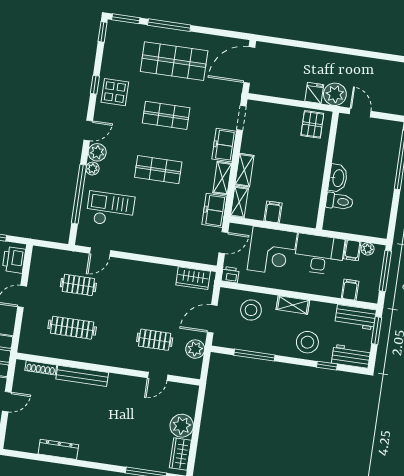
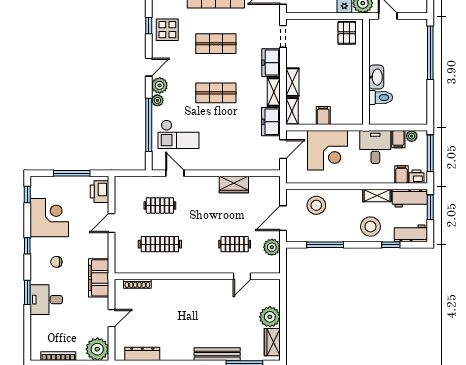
checkout: (110, 209) -> (178, 134), turned 180
door: (100, 252) -> (175, 173), swing flipped
desk: (319, 254) -> (375, 147), width x0.73
printer: (230, 275) -> (417, 177), moved
wardrobe: (193, 278) -> (234, 185), moved
shelving: (293, 305) -> (377, 195), moved
bench: (82, 376) -> (217, 354), moved
dresser: (58, 449) -> (142, 354), moved

